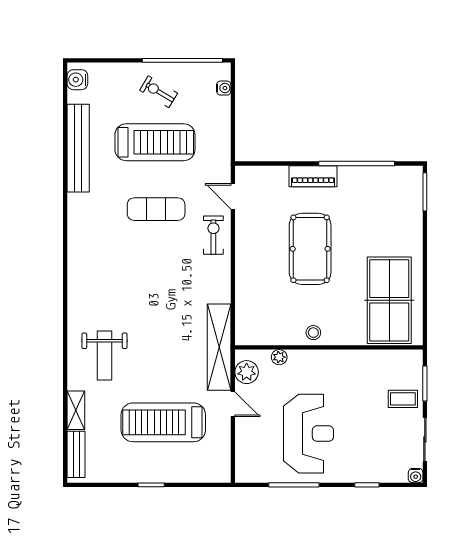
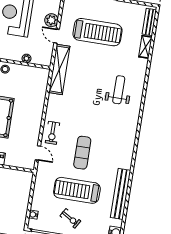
exercise mat: (156, 209) -> (82, 153), turned 90
weight bench: (104, 355) -> (119, 90), moved
plant: (247, 372) -> (51, 20), moved

